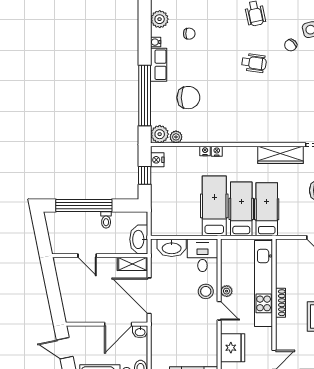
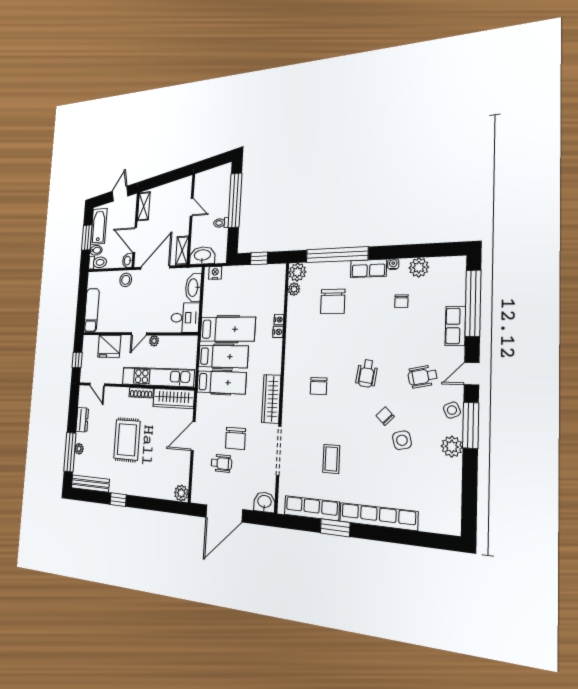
chair: (267, 108) -> (319, 386), added
nightstand: (157, 160) -> (215, 273), moved
door: (87, 256) -> (192, 207), swing flipped
wardrobe: (285, 263) -> (174, 398), added
stool: (206, 291) -> (126, 280), moved
shelving: (81, 316) -> (144, 206), added

